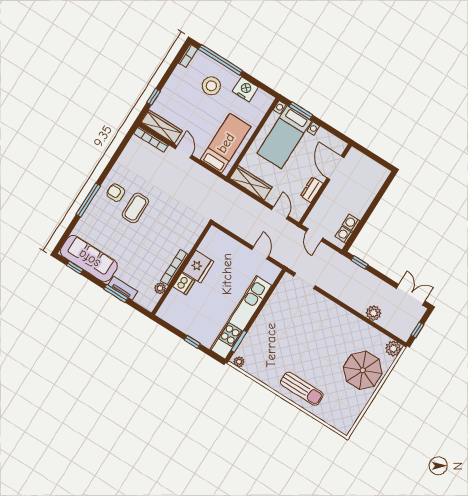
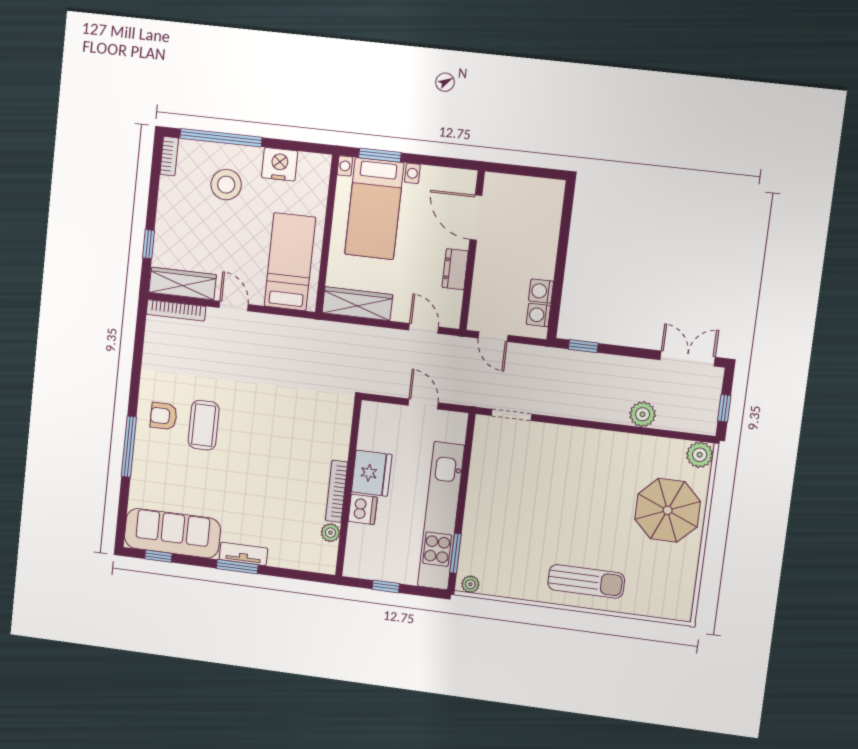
bookcase: (174, 267) -> (337, 491), moved
fridge: (198, 267) -> (372, 473), moved
wall: (182, 269) -> (348, 488), moved
dishwasher: (184, 284) -> (363, 509), moved
plant: (160, 288) -> (330, 533), moved

